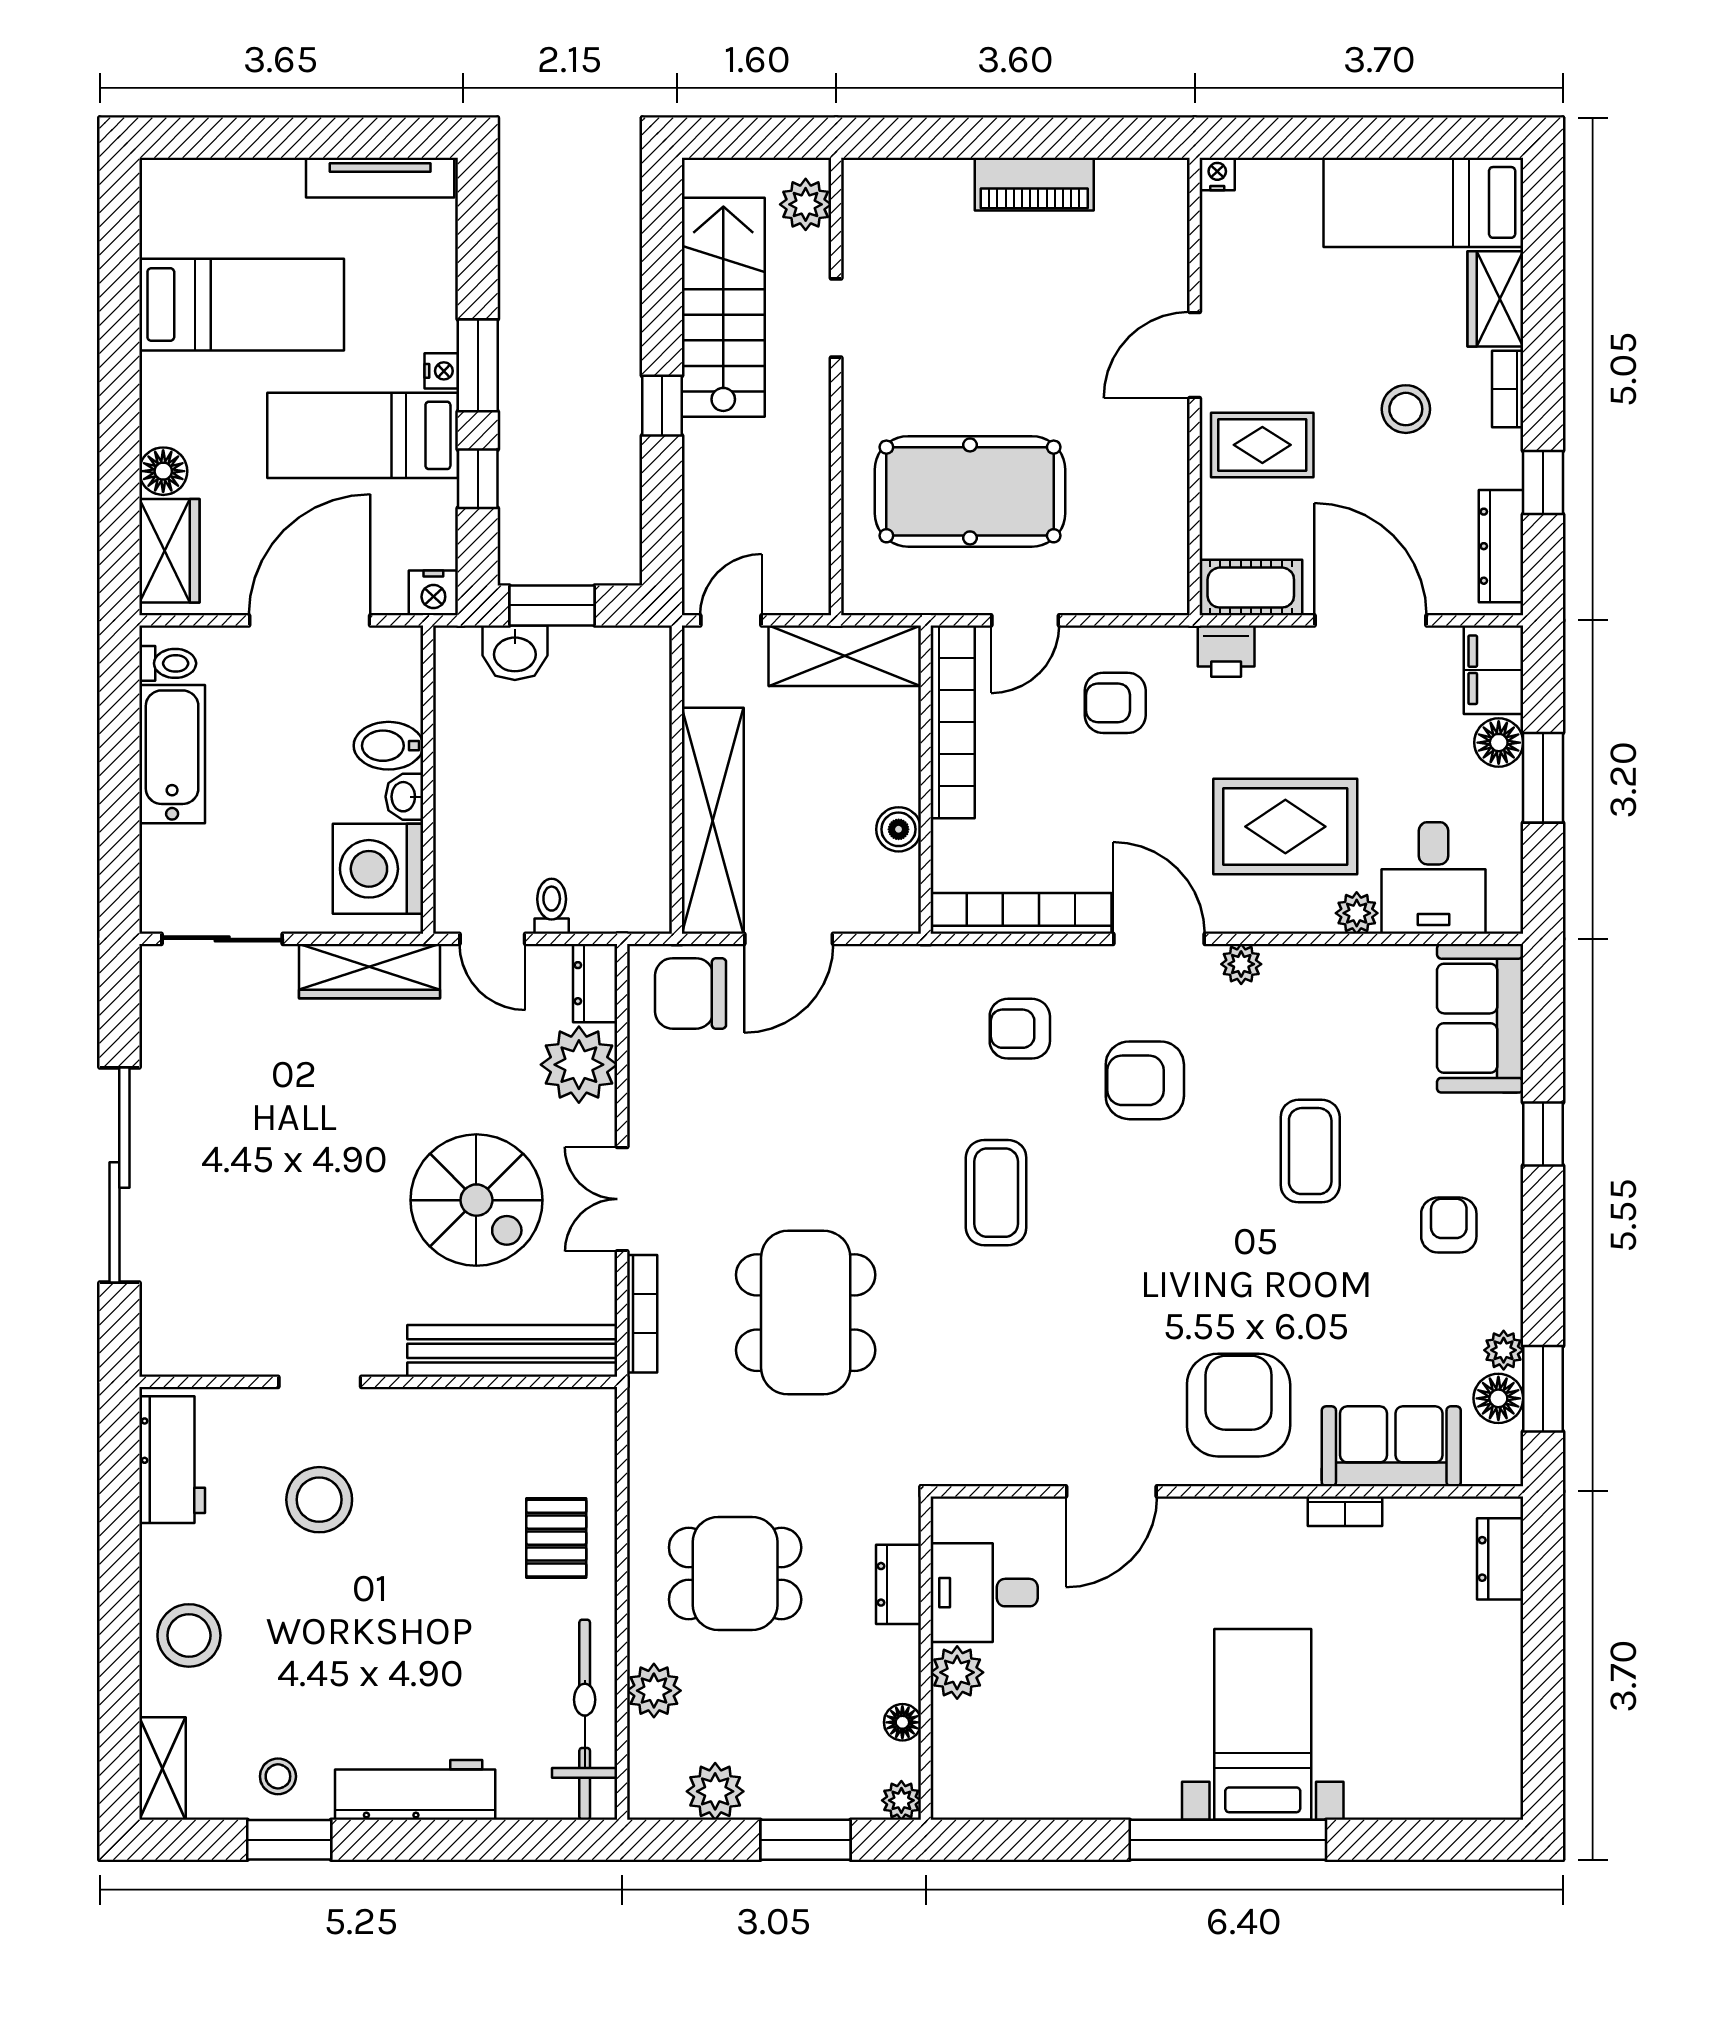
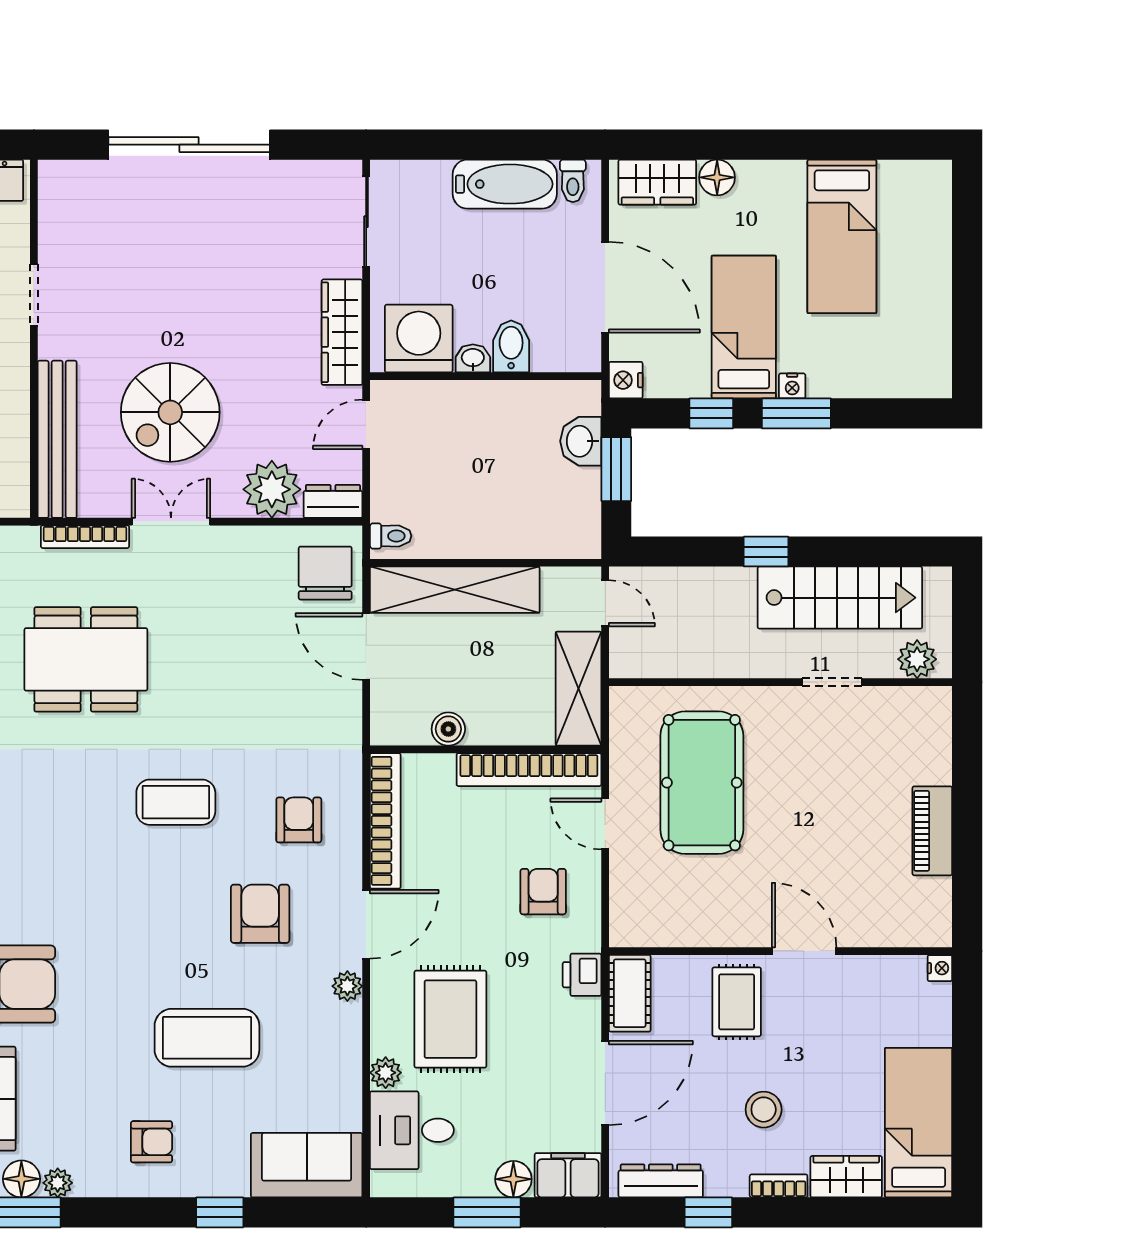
tv unit: (380, 178) -> (937, 340), removed
toilet: (552, 906) -> (391, 536), moved
coffee table: (1310, 1151) -> (207, 1038), width x1.36, depth x1.32

